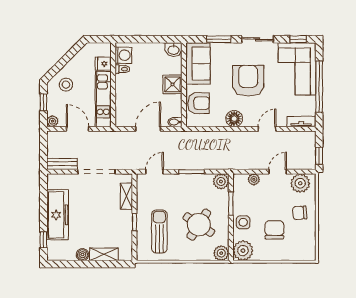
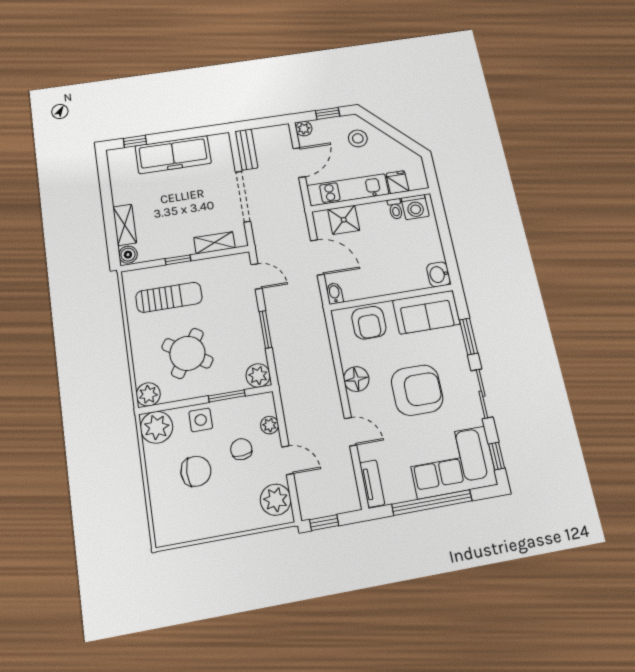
shower: (172, 84) -> (344, 220), moved
chair: (300, 213) -> (241, 449), moved
boiler: (82, 255) -> (128, 255), moved

